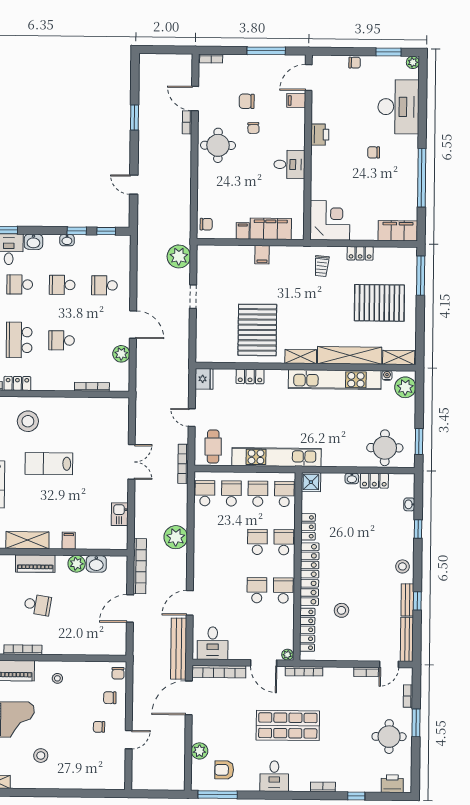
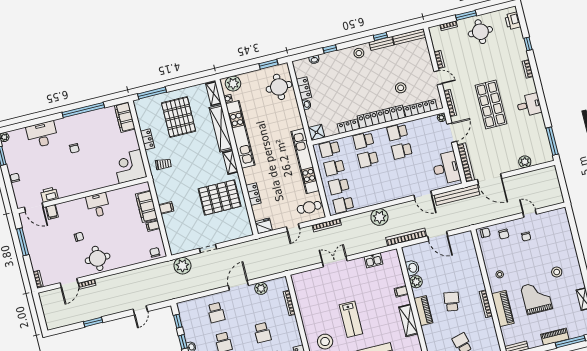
chair: (247, 101) -> (61, 246), removed
desk: (398, 107) -> (42, 135), width x0.73, depth x0.77
printer: (320, 135) -> (49, 195), moved
desk: (213, 643) -> (446, 168), width x1.37
door: (389, 664) -> (438, 78), moved
armchair: (224, 770) -> (534, 141), removed

